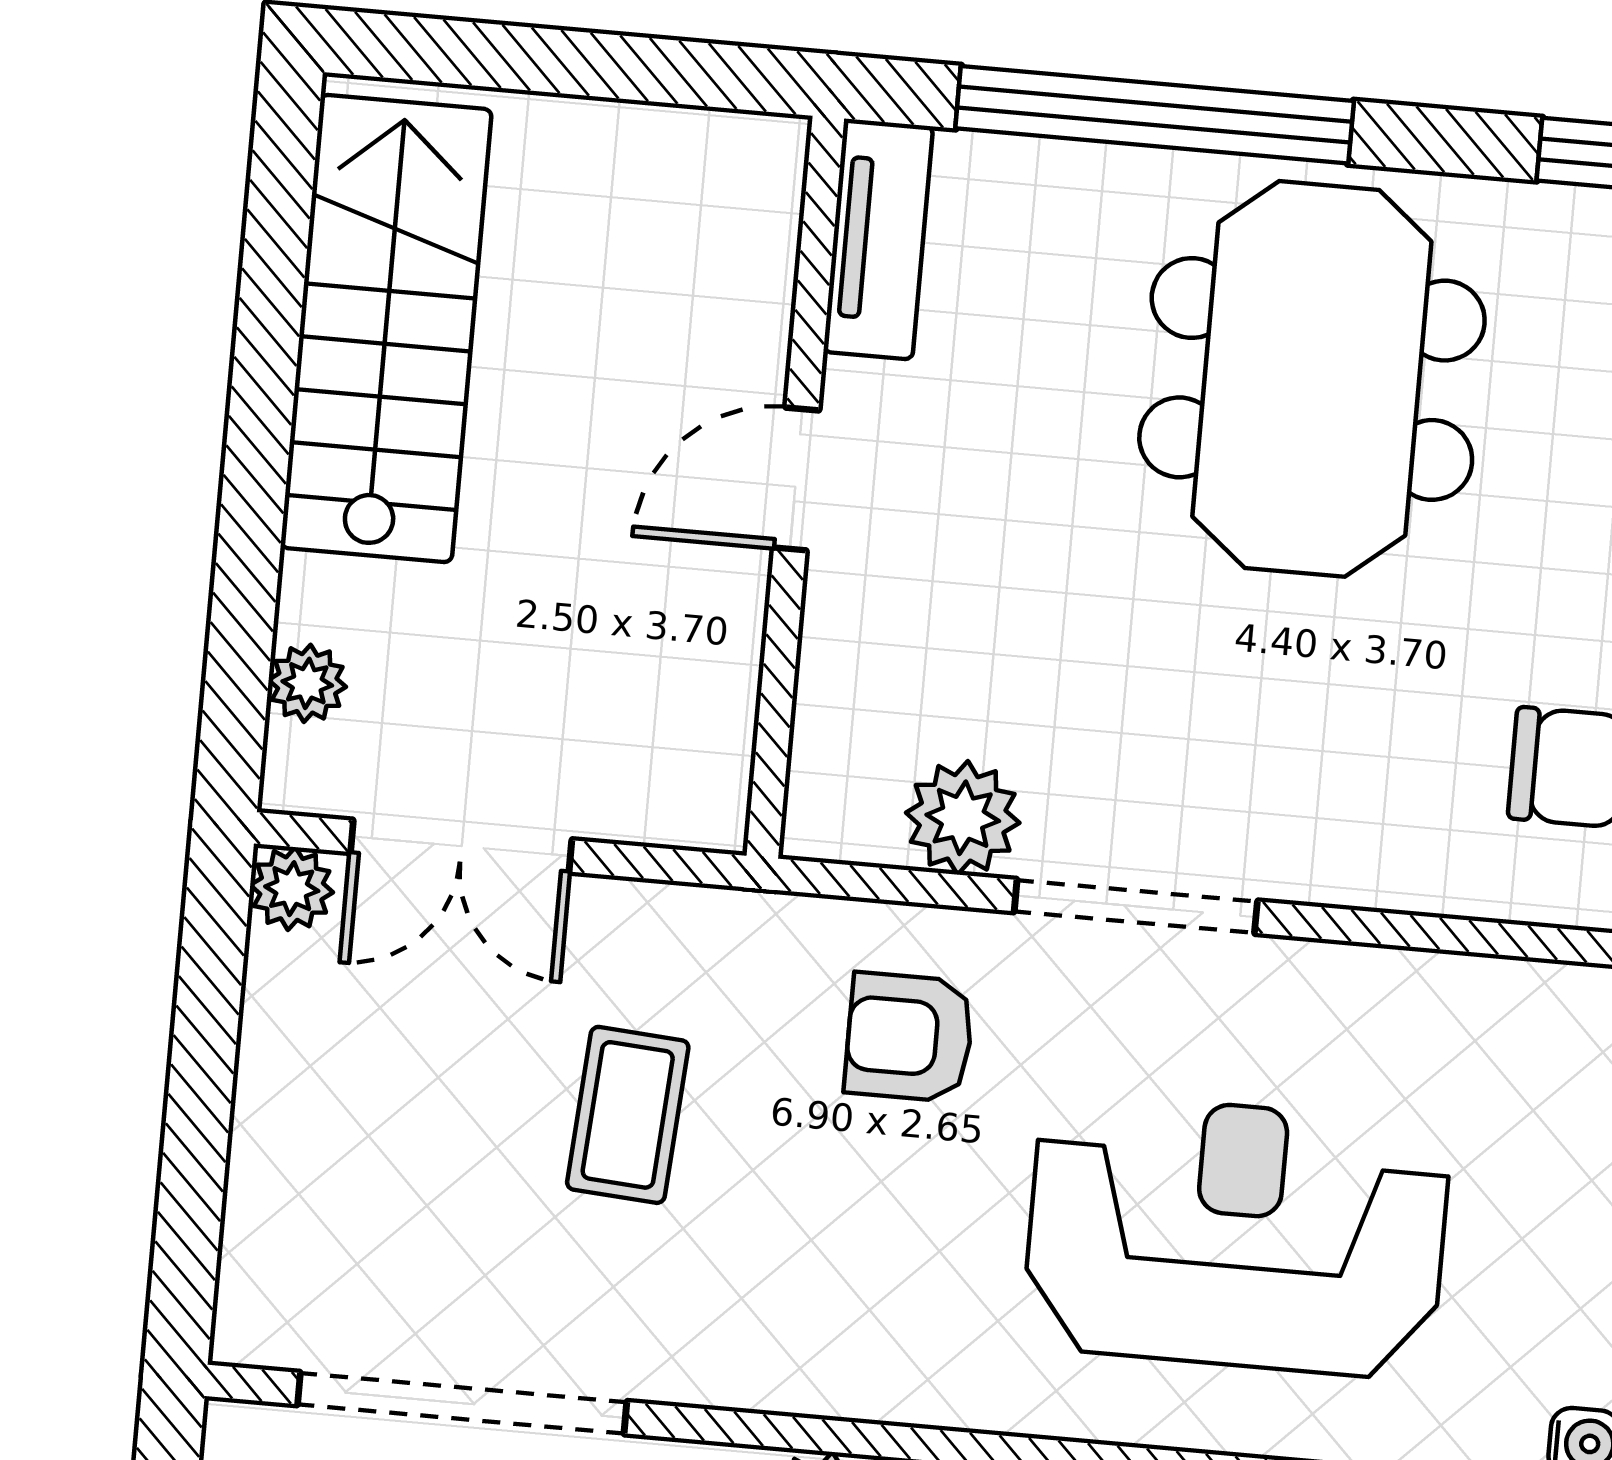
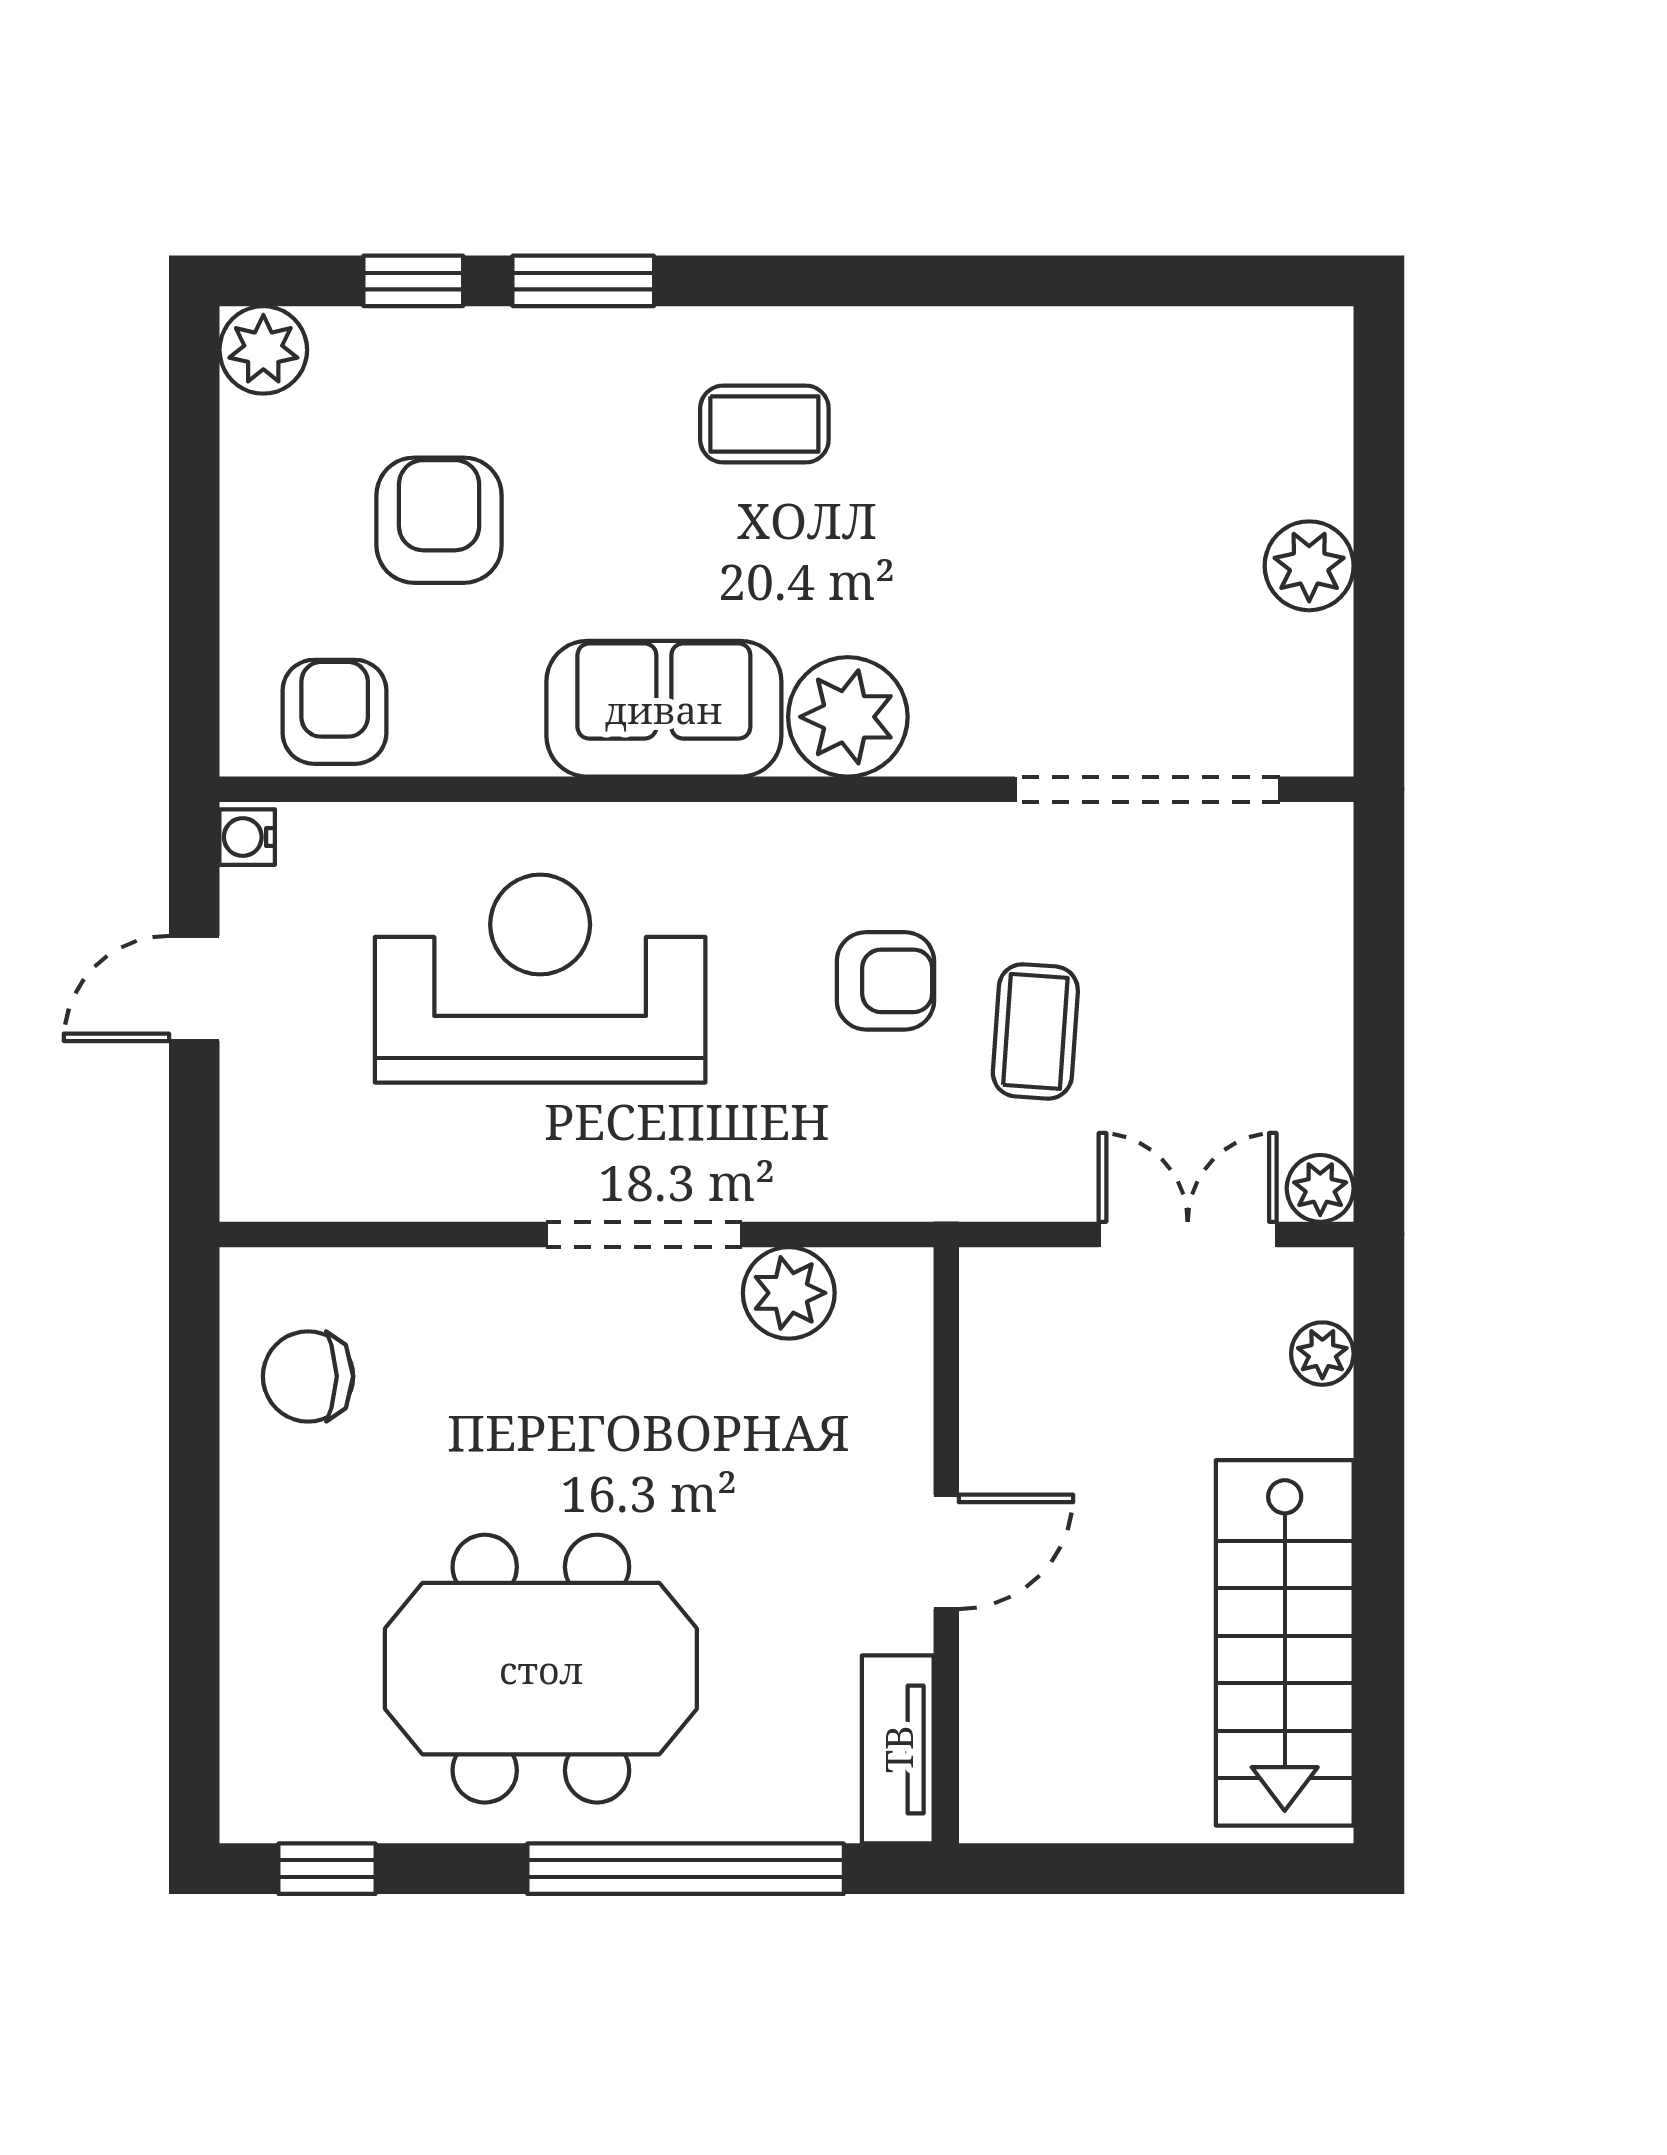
meeting table: (1312, 379) -> (541, 1669), turned 90
armchair: (909, 1037) -> (885, 981), moved
reception desk: (1236, 1235) -> (540, 979), turned 180

